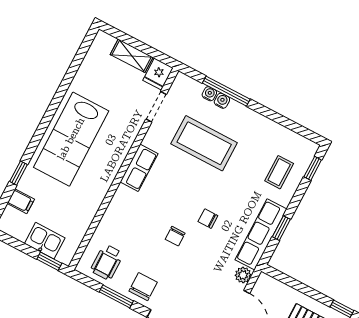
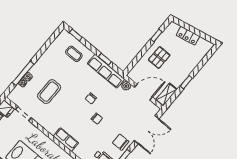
coffee table: (204, 143) -> (49, 92), width x0.73, depth x0.76
row of seats: (139, 168) -> (66, 140), moved

